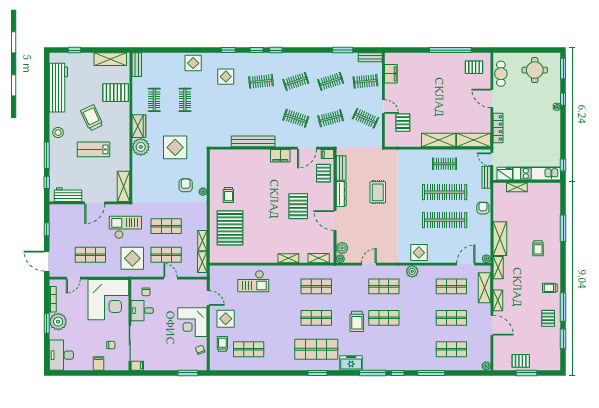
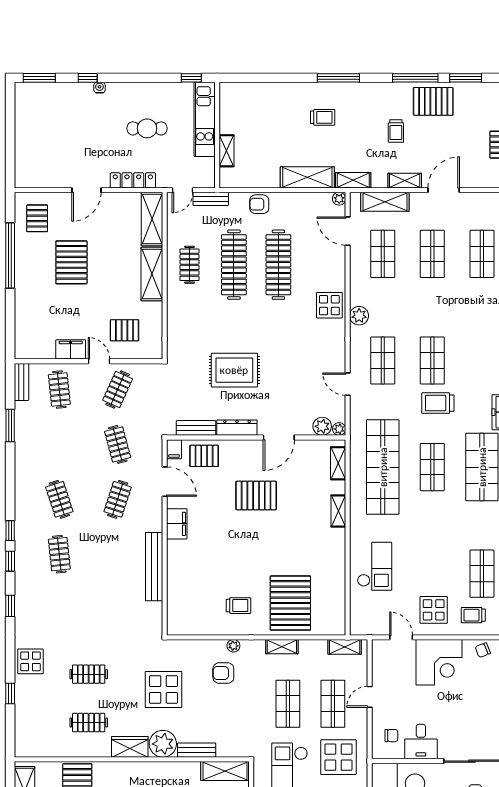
window: (173, 50) -> (10, 693), added
bench: (137, 65) -> (197, 750), moved
round table: (535, 70) -> (42, 122), removed
filing cabinet: (391, 74) -> (71, 349), moved
cafe table: (501, 74) -> (147, 128), moved
display table: (226, 77) -> (52, 610), removed
clothes rail: (331, 81) -> (59, 444), removed
pallet: (446, 89) -> (71, 262), added
door: (383, 106) -> (99, 361), hinge flipped
fridge: (505, 174) -> (205, 170), removed
rug: (378, 192) -> (234, 370), width x1.36, depth x1.43
pallet: (230, 228) -> (290, 603), turned 90
window: (563, 228) -> (338, 78), moved
shelving: (202, 241) -> (282, 647), moved
shop shelf: (316, 286) -> (383, 467), width x2.00, depth x1.36
trolley: (550, 288) -> (396, 131), moved
door: (208, 298) -> (401, 637), hinge flipped
pallet: (548, 318) -> (433, 101), width x1.50, depth x1.42
trolley: (357, 321) -> (438, 403), turned 180

